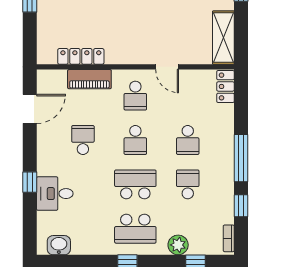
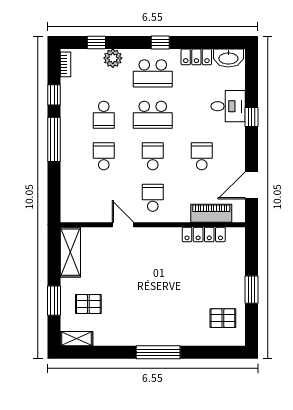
piano: (89, 79) -> (211, 213), moved
locker: (225, 86) -> (196, 57), moved, turned 90
school desk: (83, 140) -> (202, 156), turned 180
school desk: (135, 229) -> (153, 73), turned 180
washbasin: (59, 245) -> (228, 58), width x1.38

